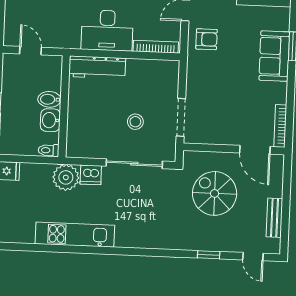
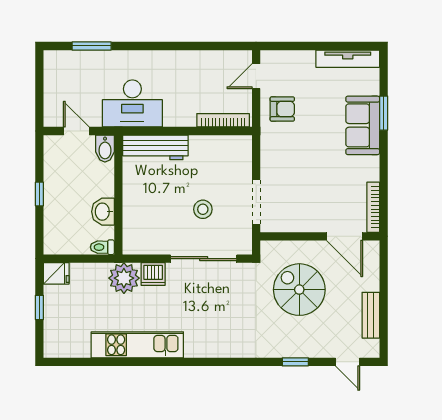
desk: (107, 30) -> (132, 103), moved
bidet: (49, 99) -> (105, 149), moved, turned -90

